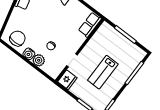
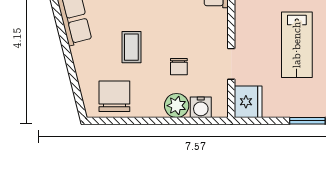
coffee table: (38, 25) -> (131, 47), added
water cooler: (29, 54) -> (201, 107), moved

